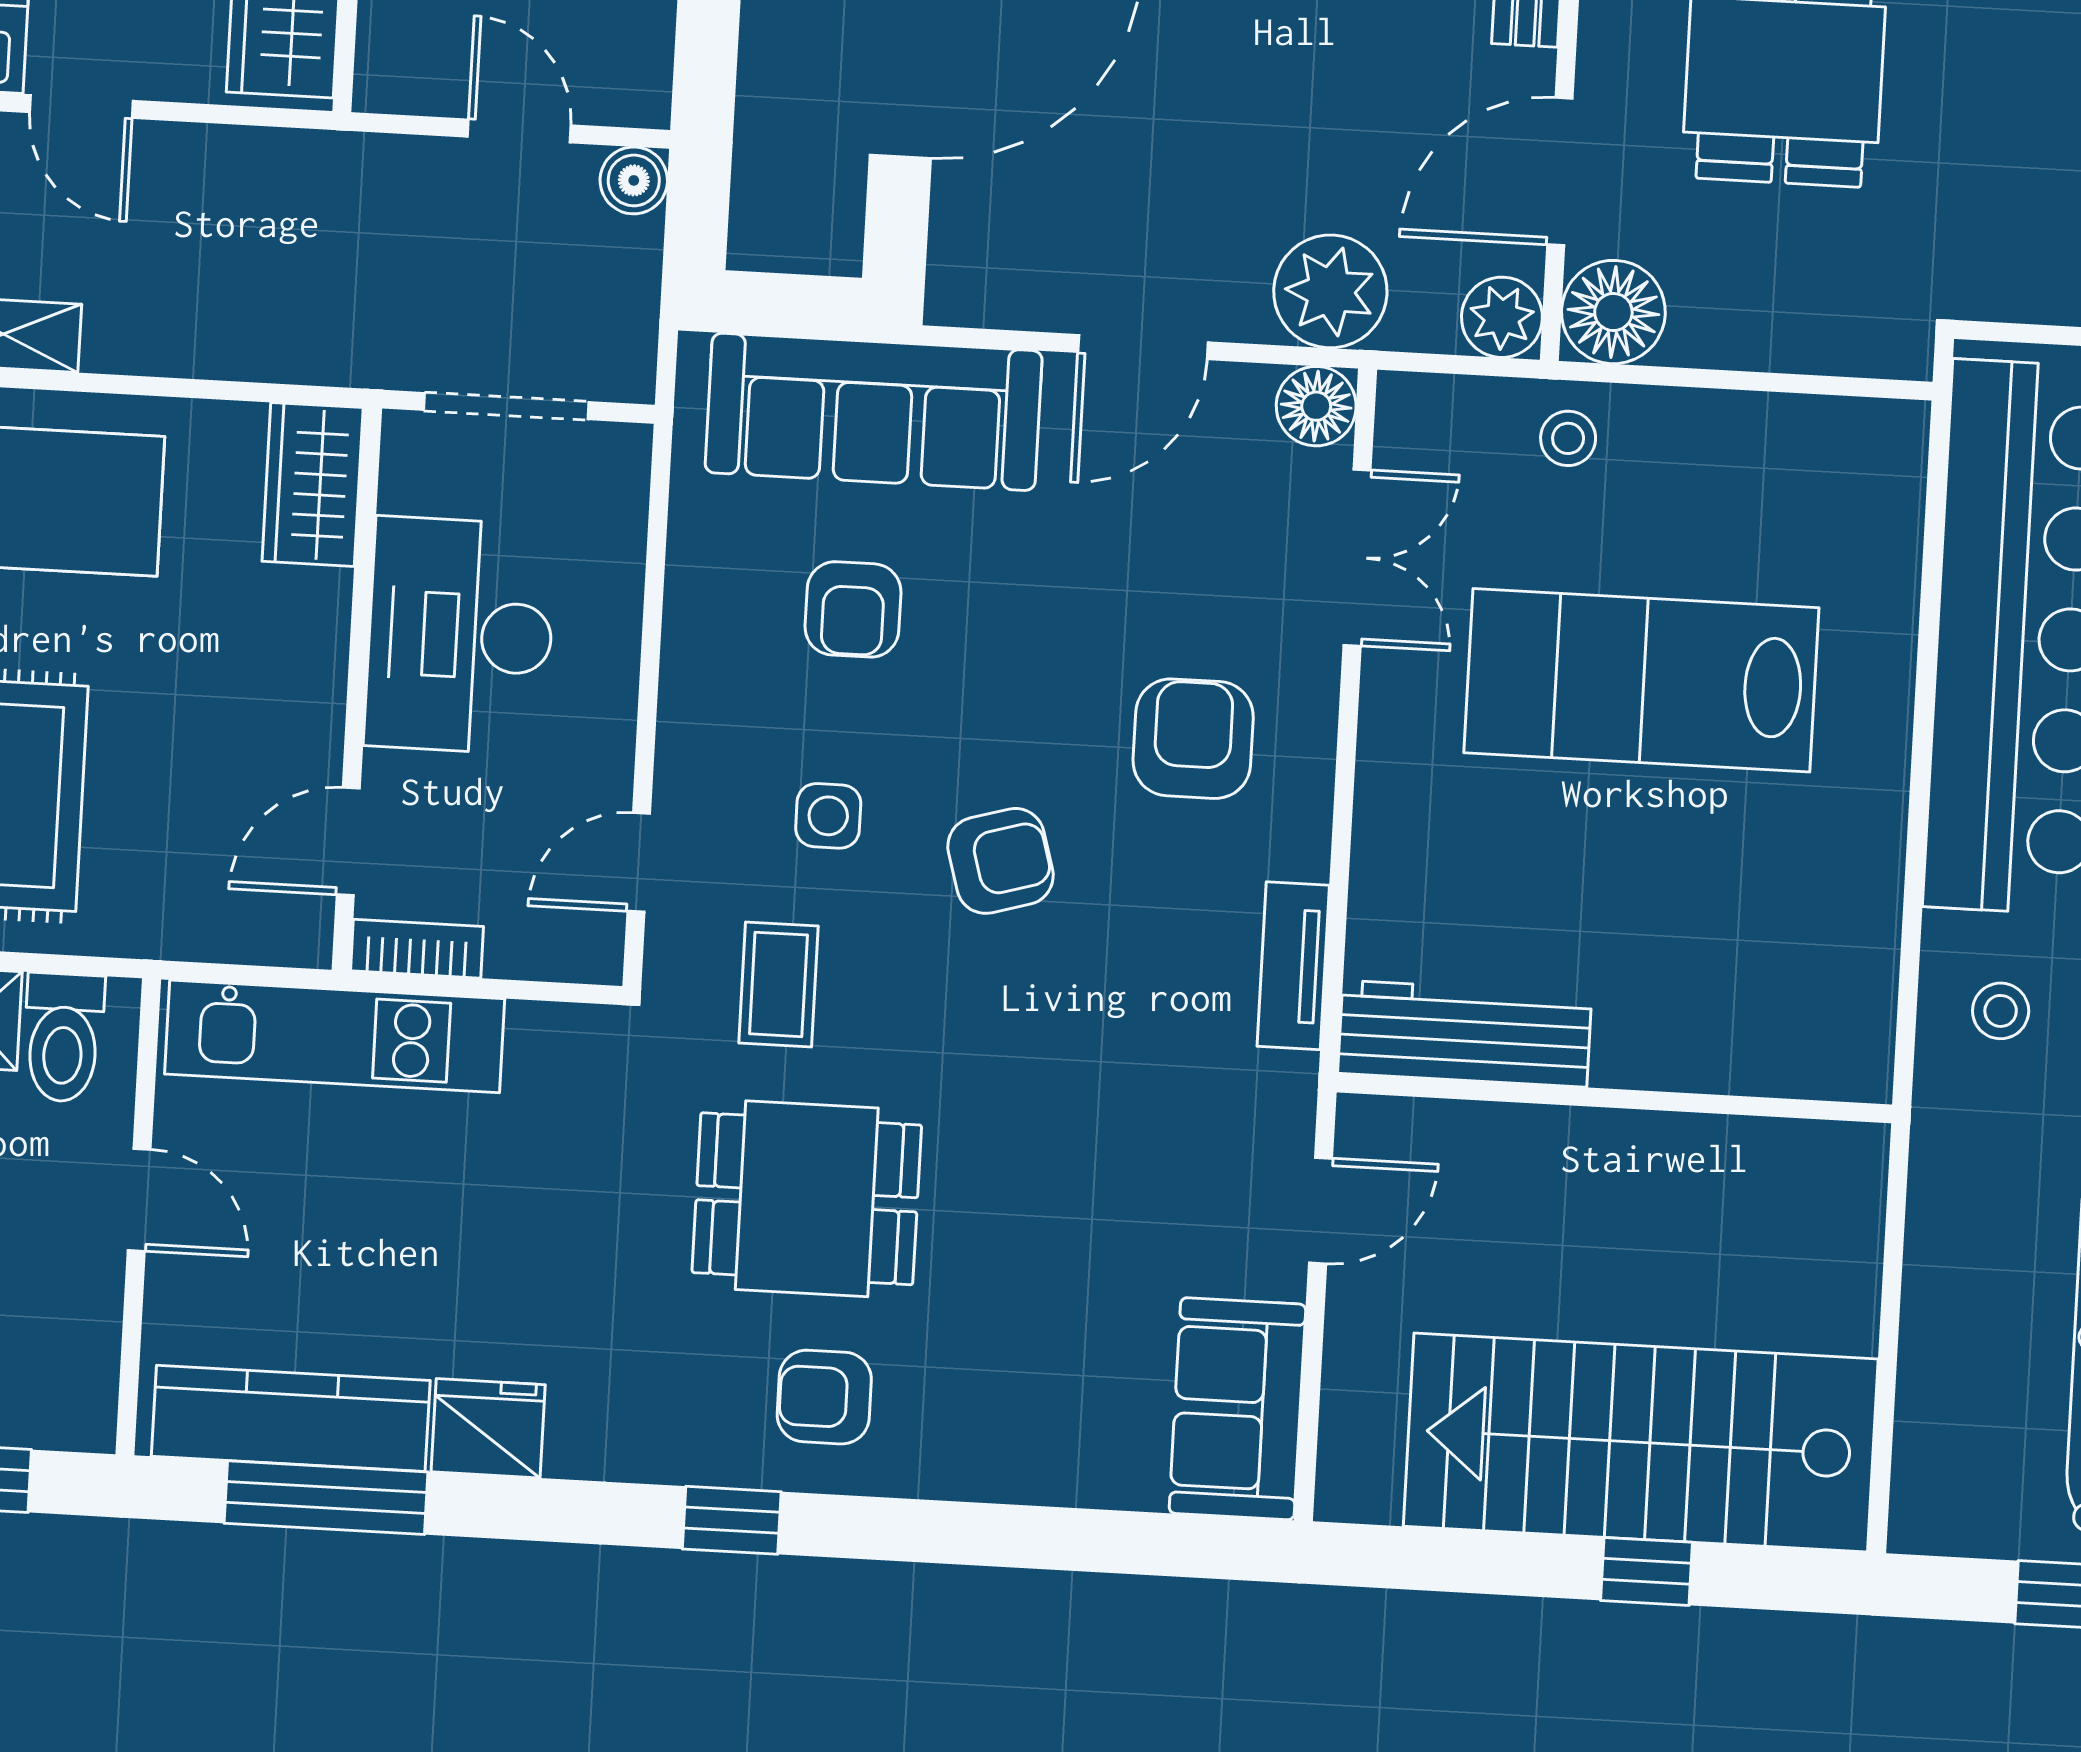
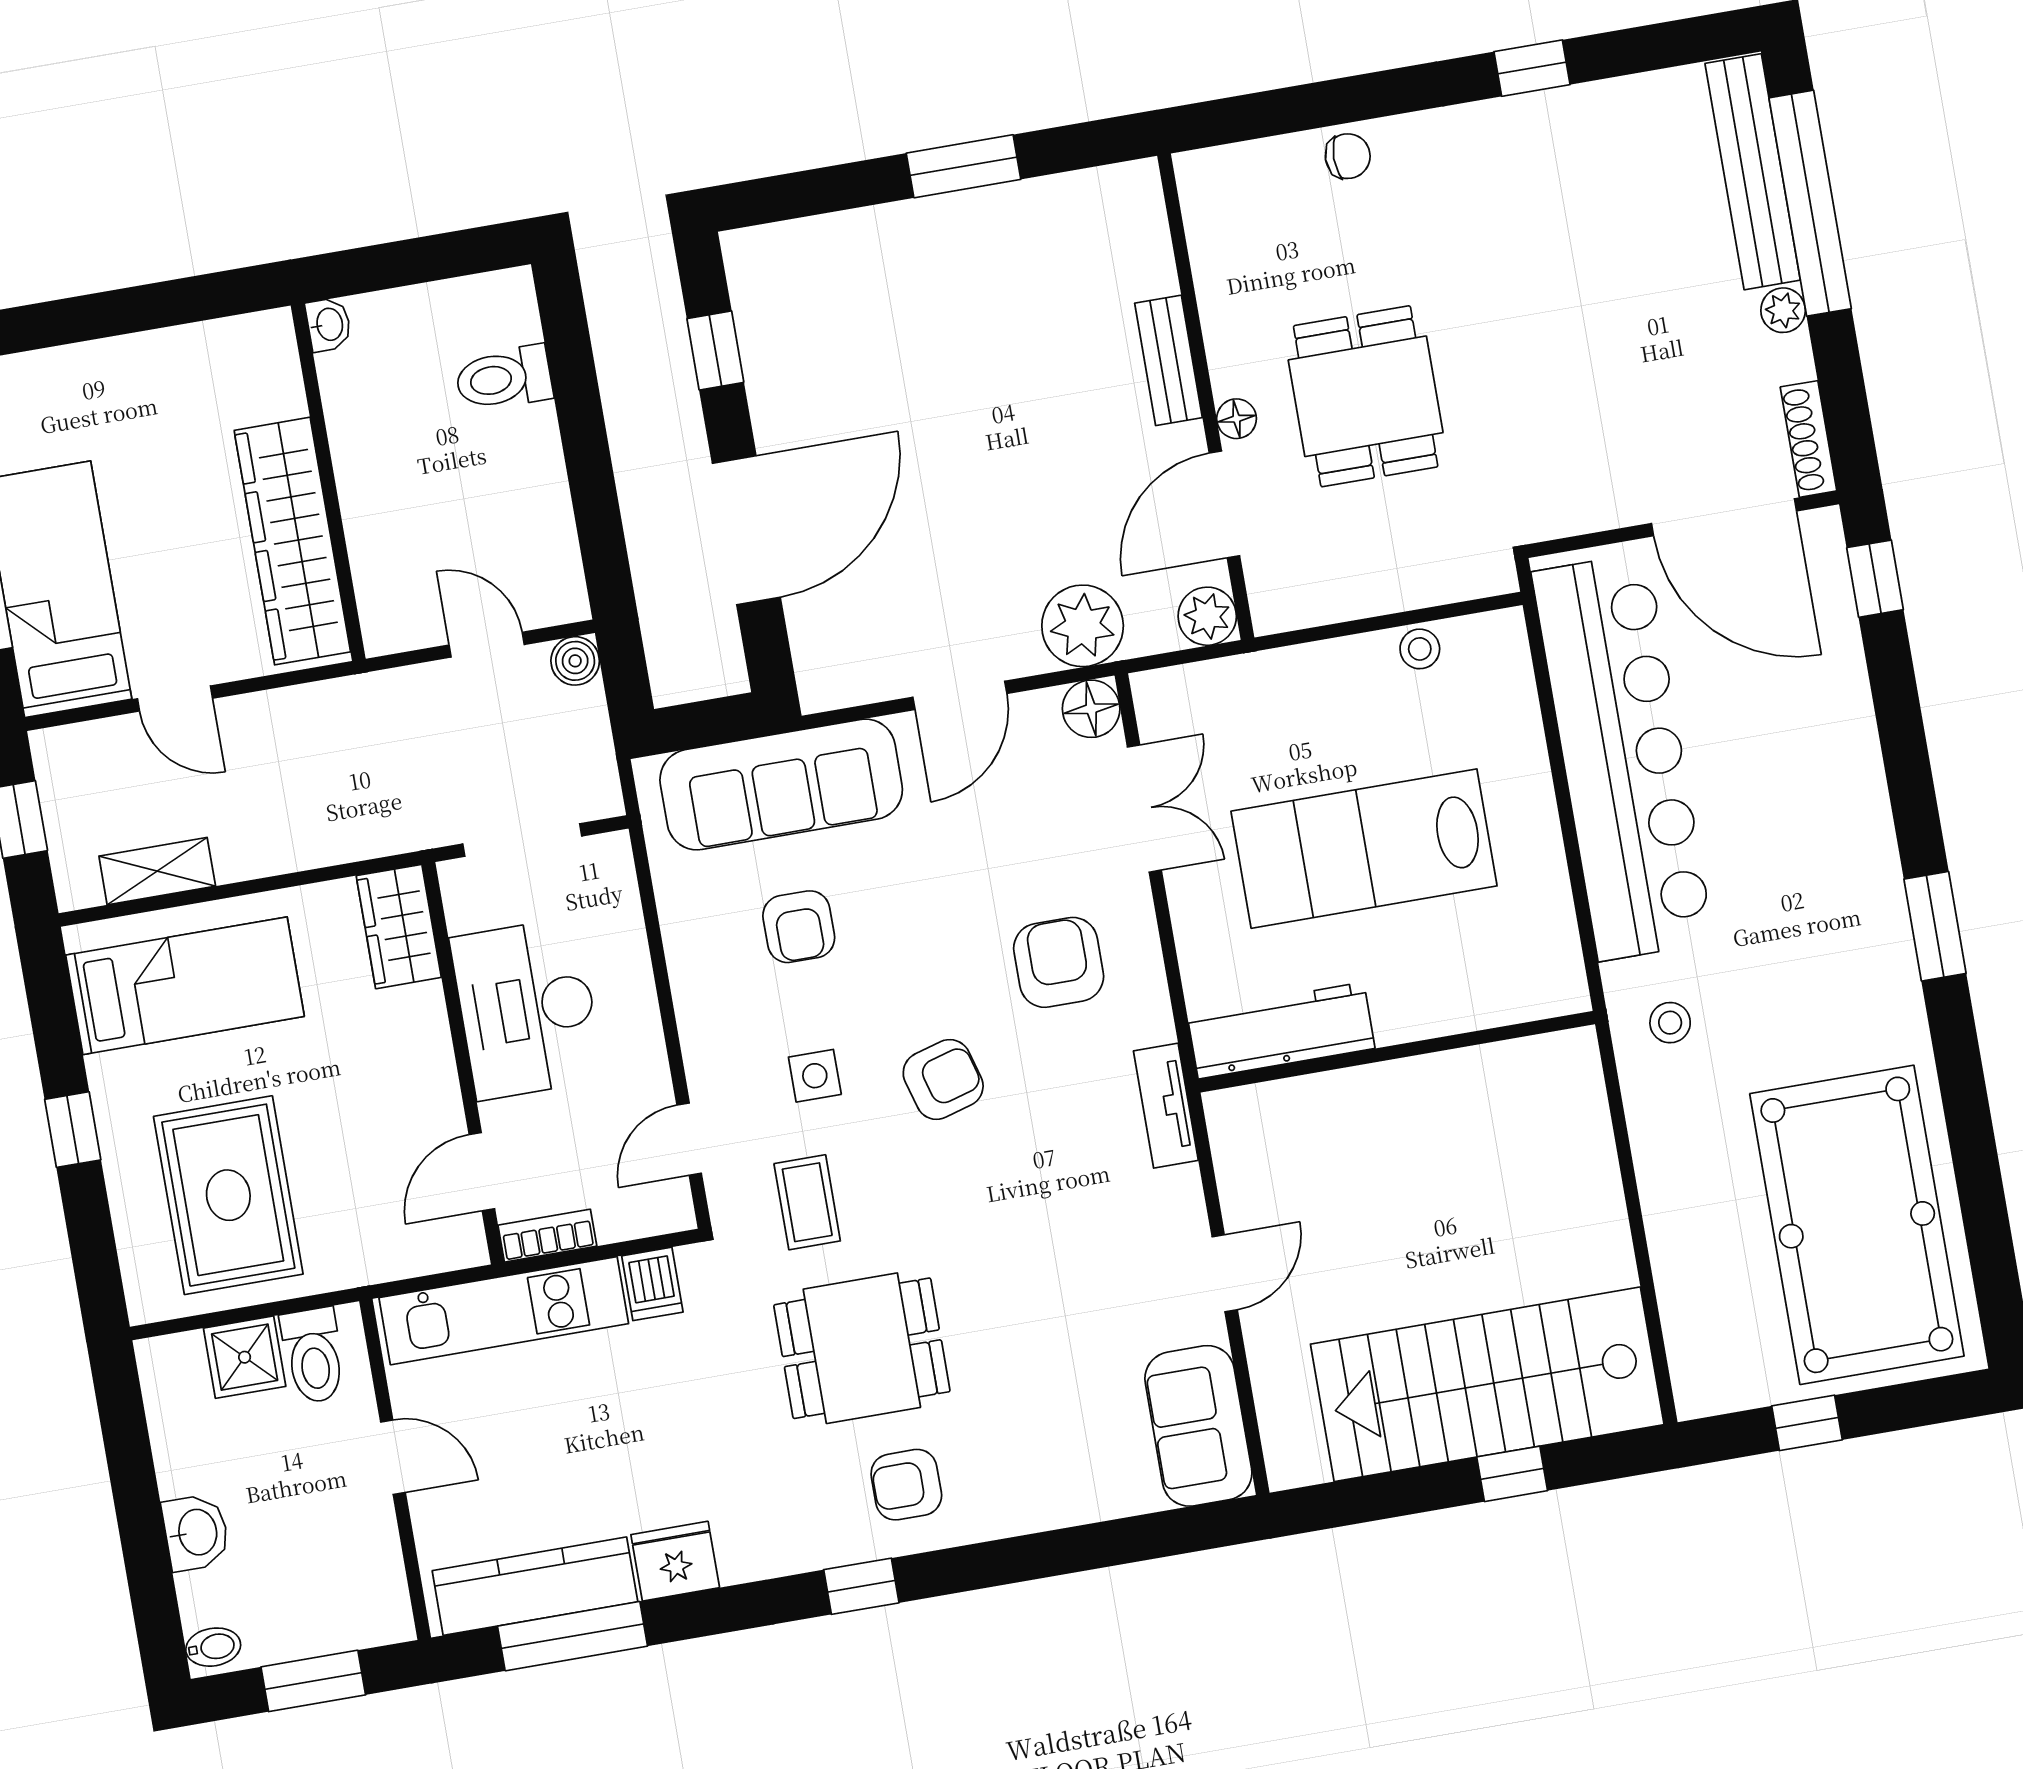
floor lamp: (1613, 312) -> (1237, 419), moved, width x0.53, depth x0.53
stool: (1568, 438) -> (1420, 649), moved
workbench: (1465, 1034) -> (1281, 1030), moved
dishwasher: (544, 1046) -> (652, 1284), added
wall: (1614, 1098) -> (1397, 1052), moved

